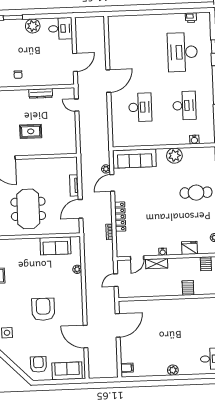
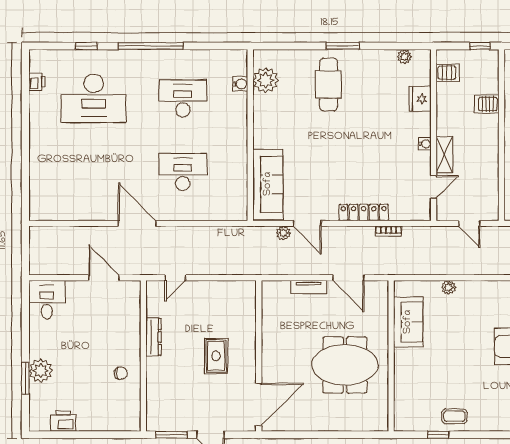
plant: (33, 26) -> (41, 371), moved
plant: (174, 156) -> (266, 80), moved
door: (137, 258) -> (434, 187), hinge flipped

